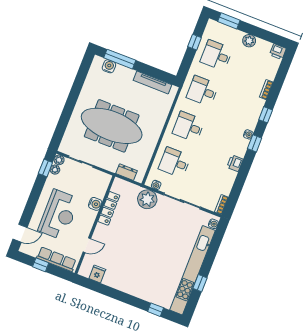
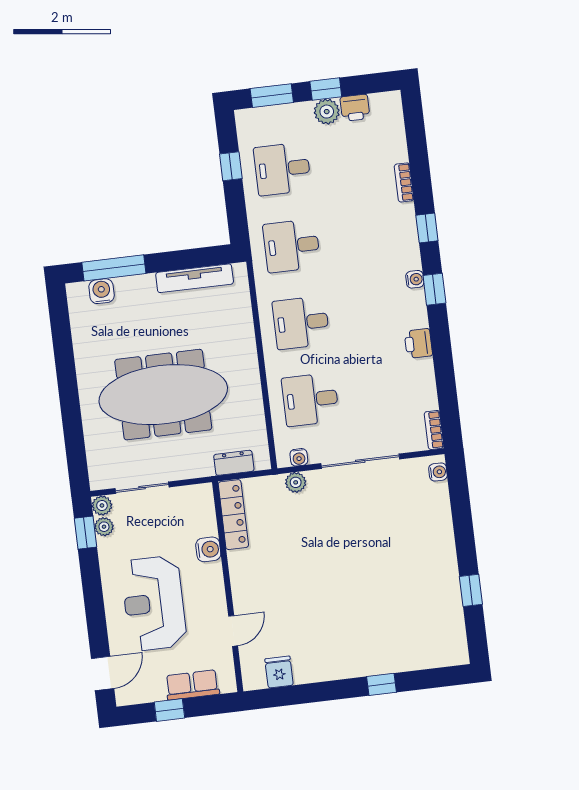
window: (254, 31) -> (326, 89), added
printer: (278, 52) -> (355, 108), moved
plant: (147, 199) -> (296, 482), width x0.53, depth x0.53
locker: (109, 208) -> (233, 515), moved
reception desk: (59, 215) -> (154, 603), turned 180
row of seats: (56, 259) -> (192, 685), width x0.68
kitchen unit: (193, 270) -> (445, 574), removed
window: (156, 310) -> (381, 684), moved

